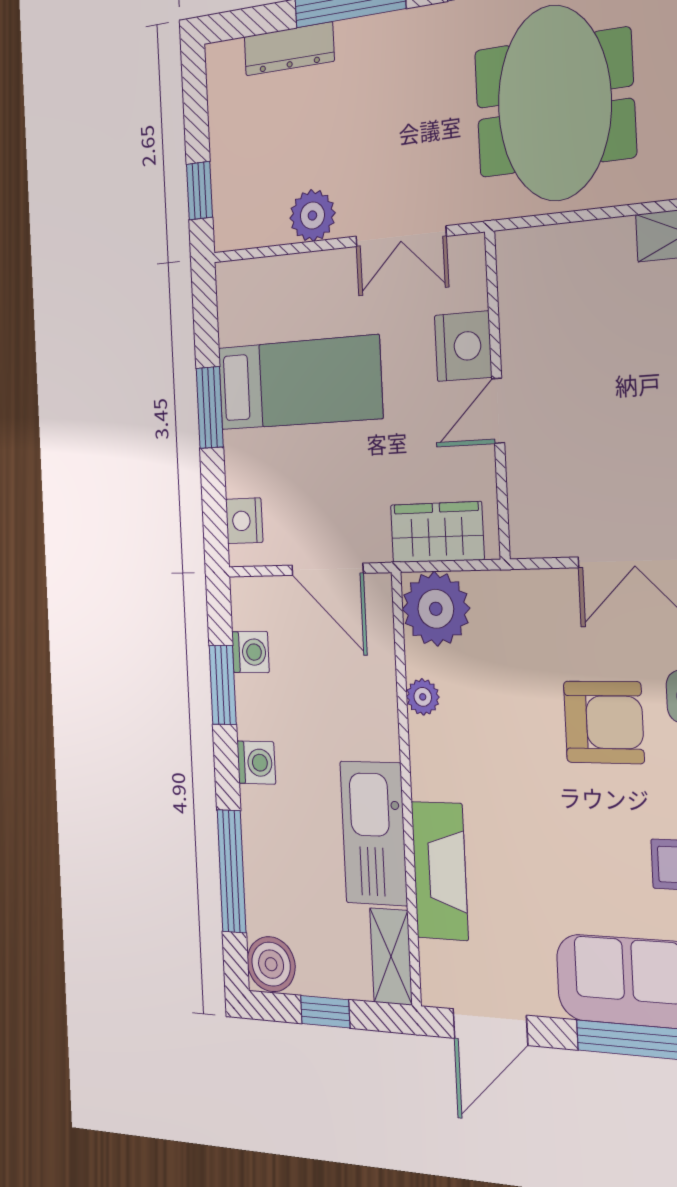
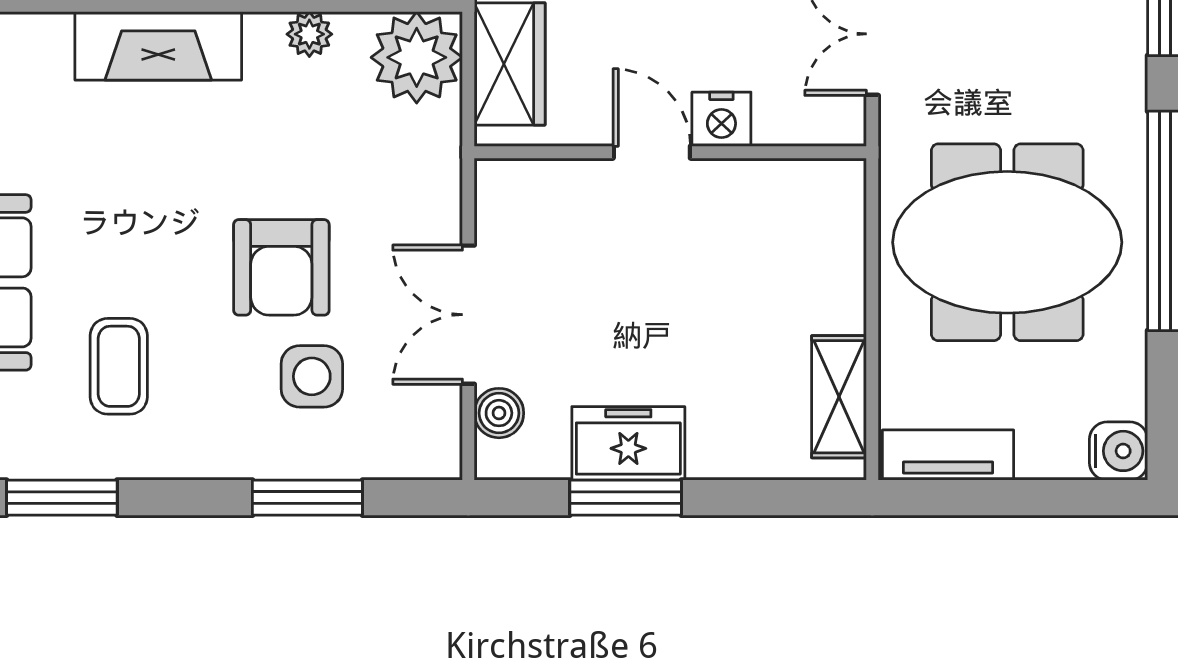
nightstand: (463, 346) -> (721, 119), width x0.74, depth x0.75
fireplace: (440, 871) -> (158, 46), moved

